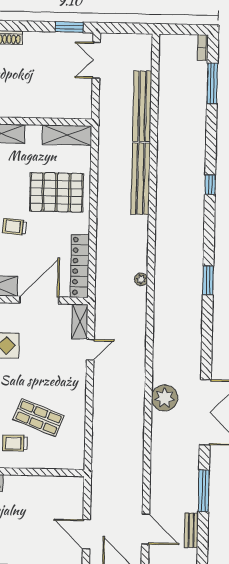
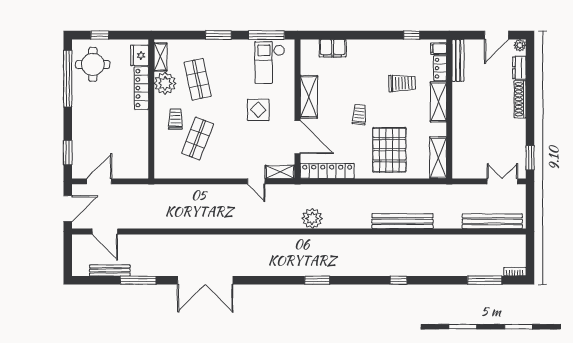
bench: (142, 106) -> (492, 221), moved
plant: (141, 279) -> (312, 218), width x1.87, depth x1.87
plant: (165, 398) -> (217, 245), removed
door: (145, 529) -> (105, 231), hinge flipped
bench: (191, 530) -> (110, 270), width x1.36

